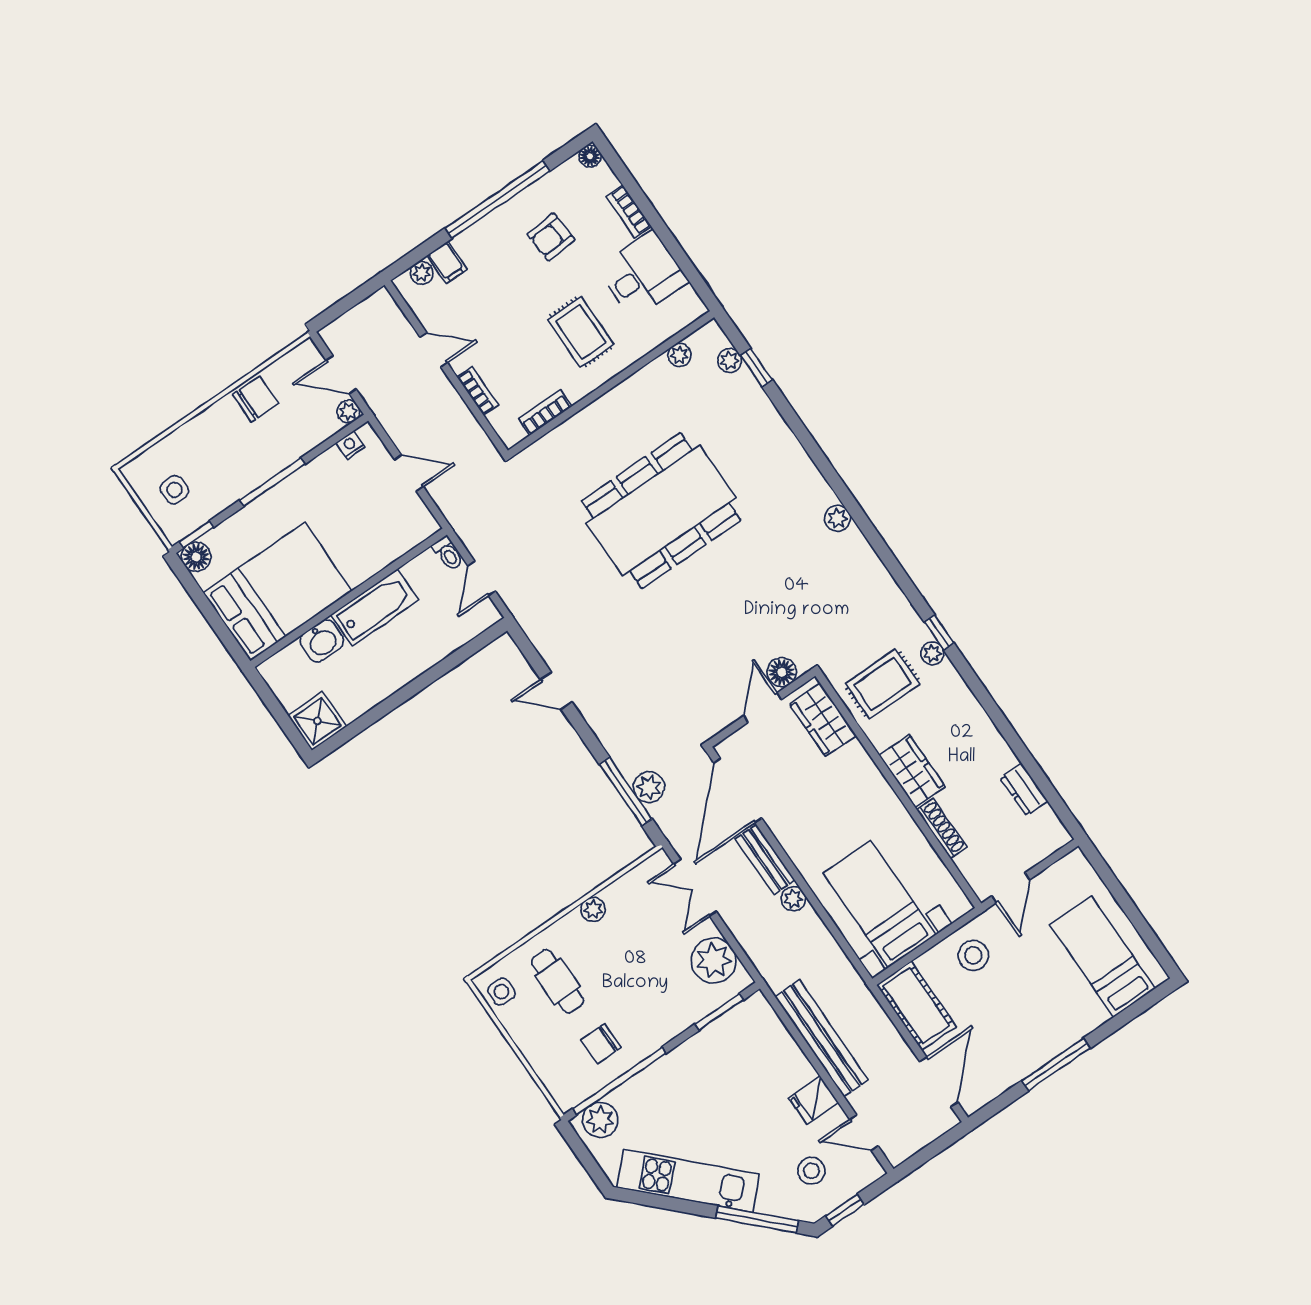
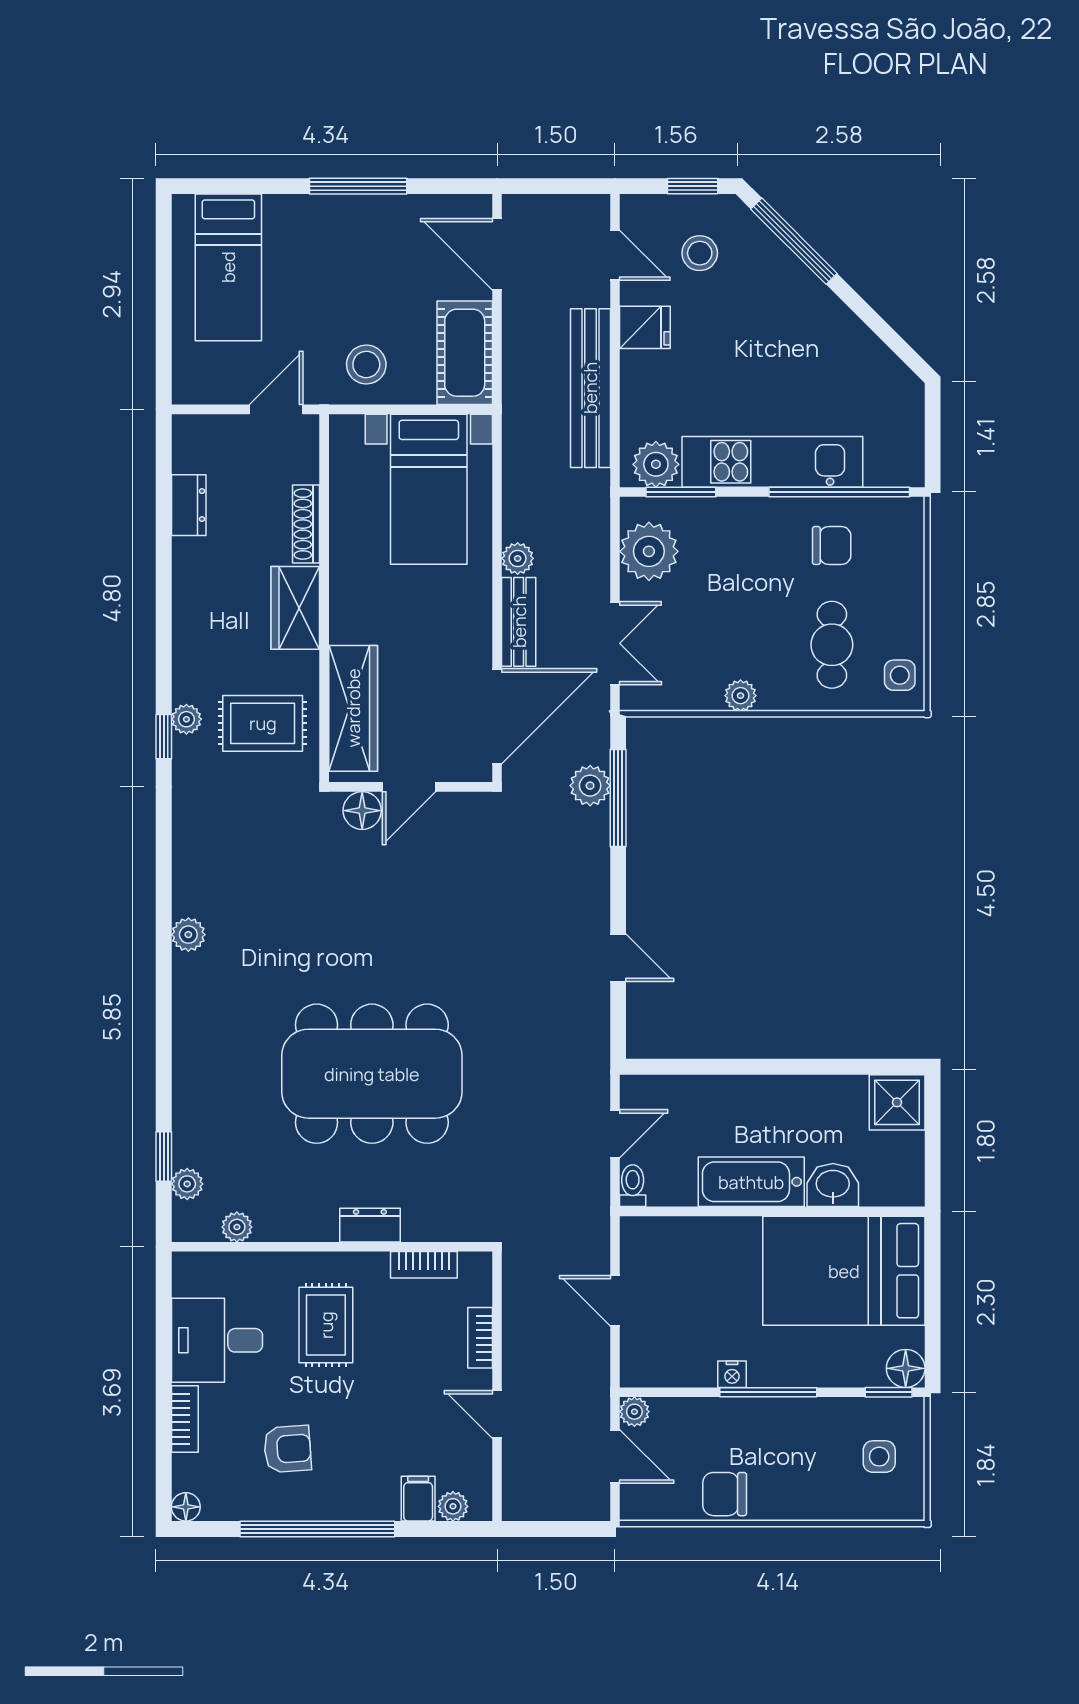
dresser: (596, 414) -> (370, 1225), added
nightstand: (350, 445) -> (732, 1374), moved
wardrobe: (823, 720) -> (353, 708), width x1.50
door: (939, 1082) -> (497, 254), hinge flipped
plant: (600, 1120) -> (656, 464), moved
kitchen unit: (688, 1181) -> (772, 462), moved, turned 135

